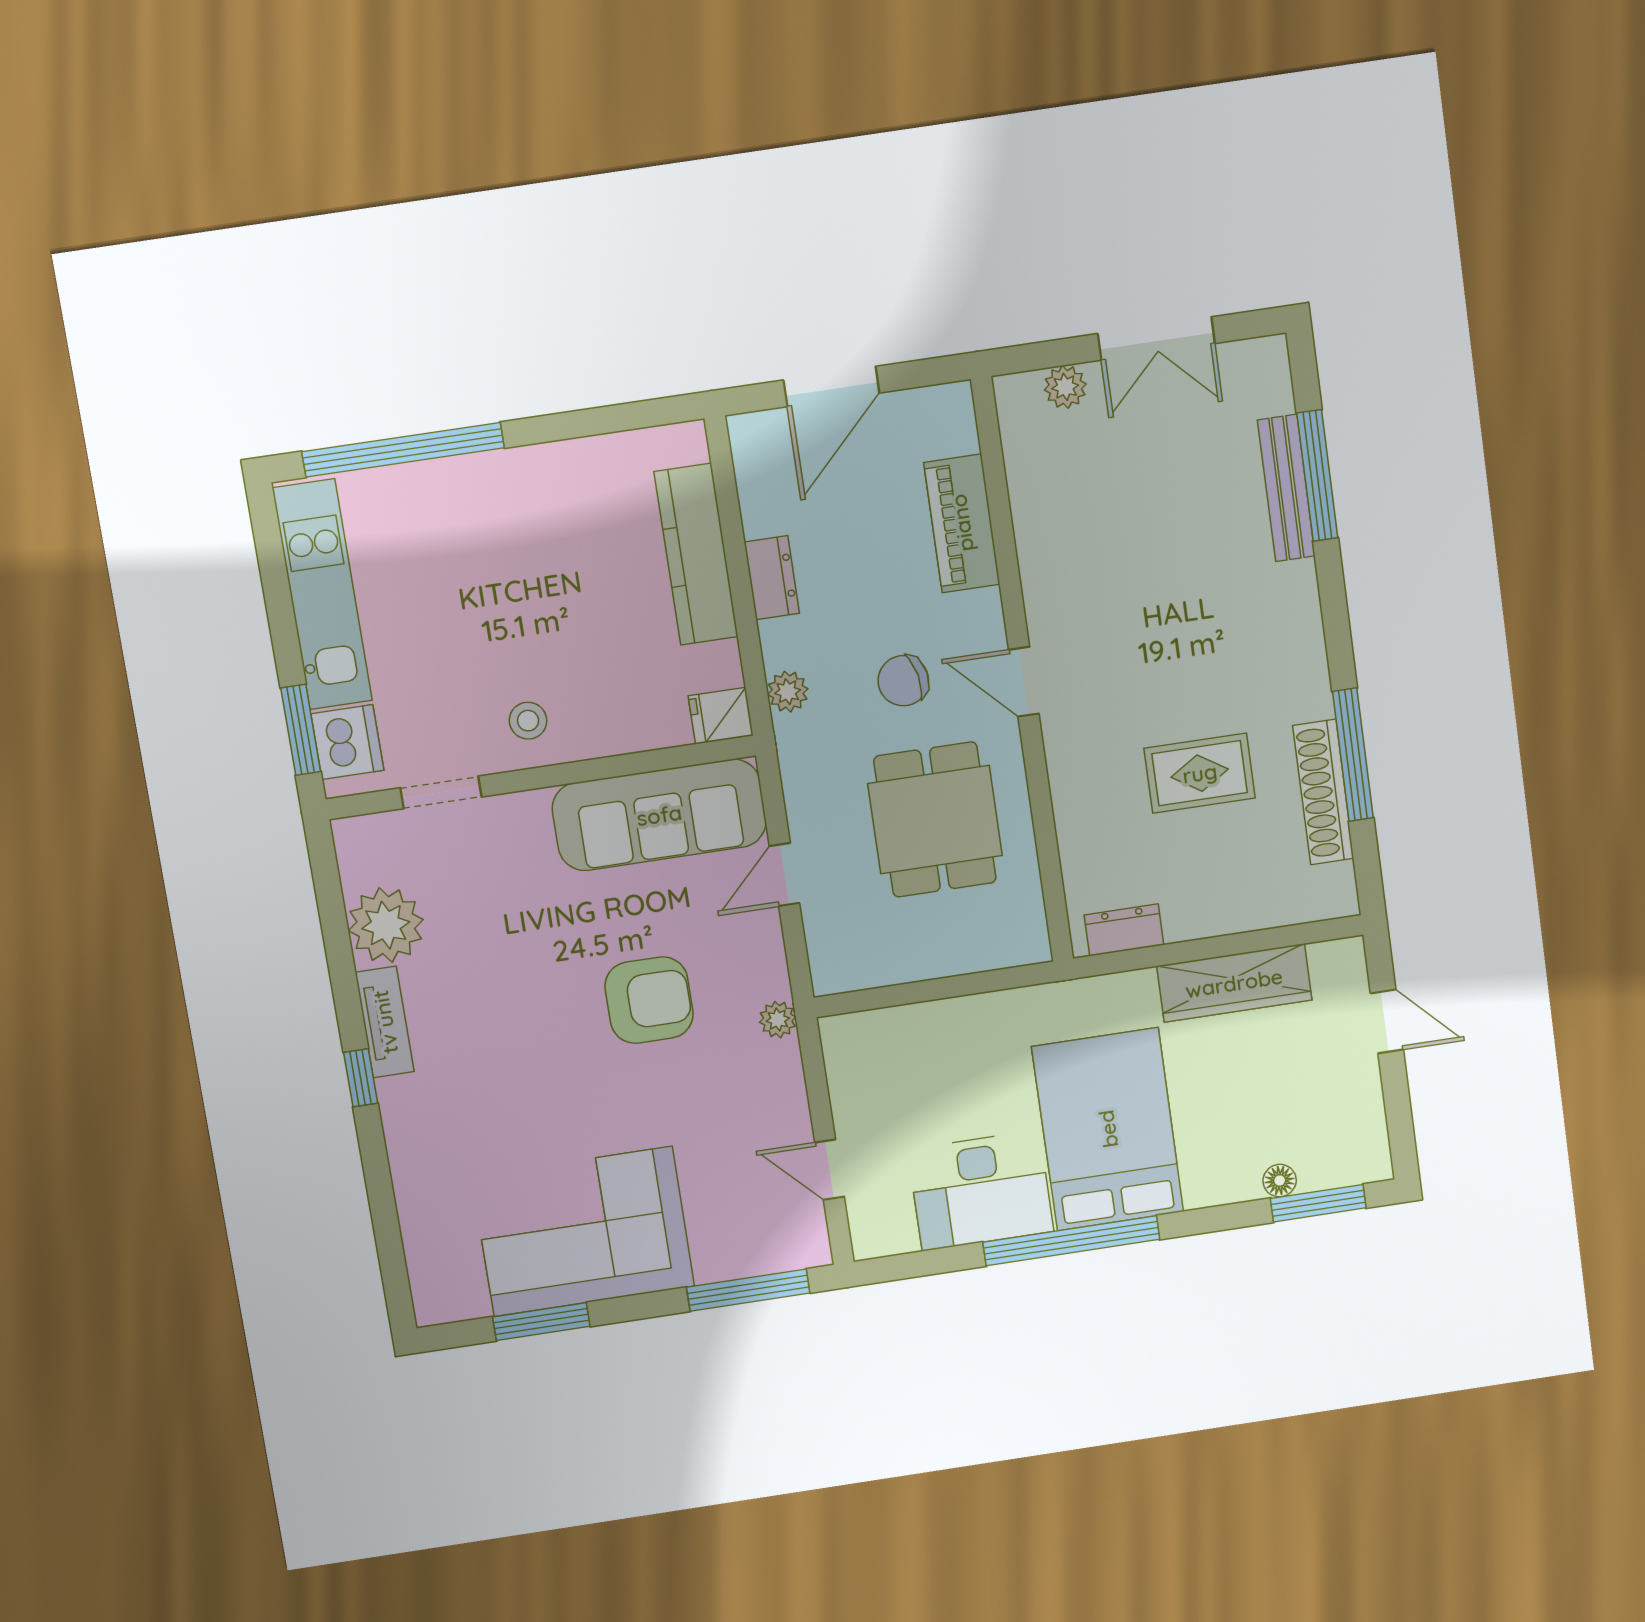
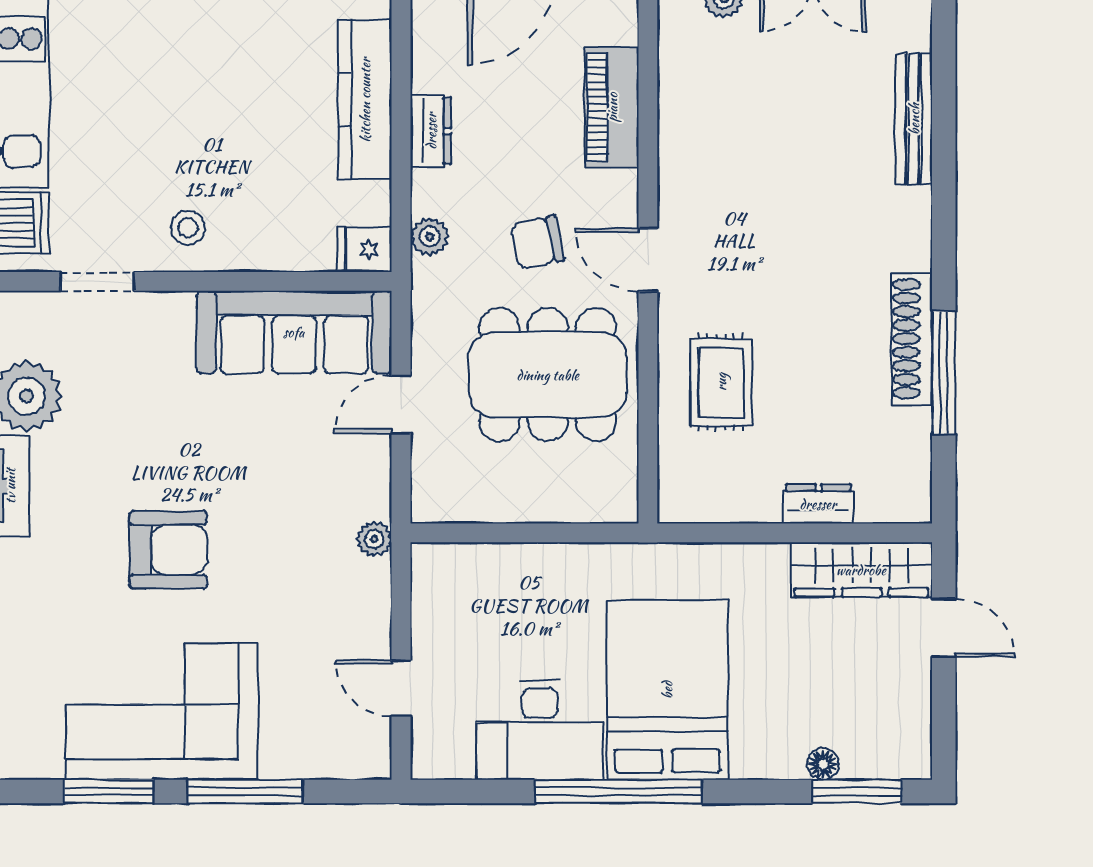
window: (1317, 475) -> (944, 112), removed
rug: (1200, 773) -> (721, 382), moved, turned 90
shoe rack: (1323, 792) -> (912, 339), moved
dining table: (935, 820) -> (548, 375), width x1.38
dresser: (1124, 930) -> (818, 504), moved
wardrobe: (1234, 983) -> (861, 570), moved
armchair: (649, 1000) -> (168, 550), moved
window: (748, 1290) -> (245, 791), moved

